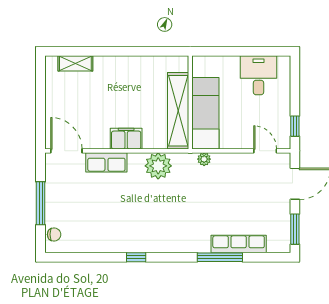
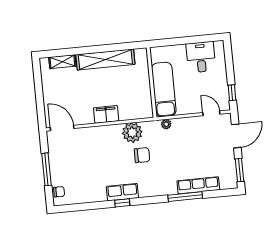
shelving: (178, 111) -> (105, 59), moved, turned 90
row of seats: (106, 162) -> (122, 192), moved, turned 180
chair: (168, 197) -> (142, 155), added

